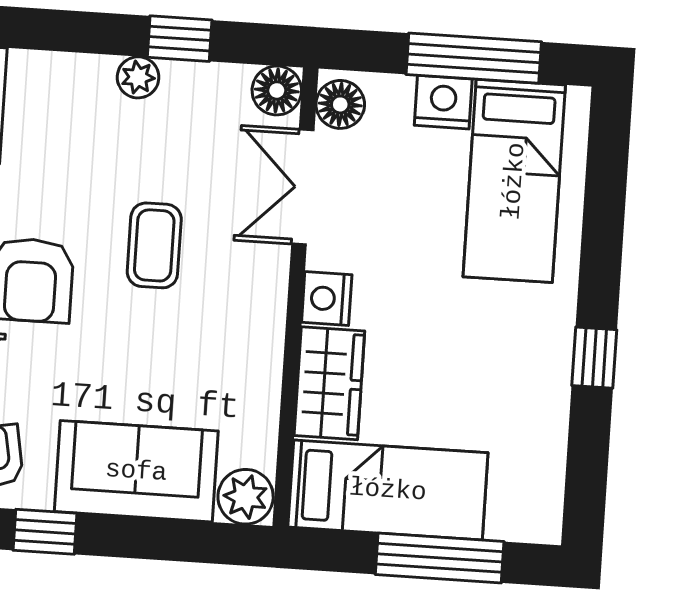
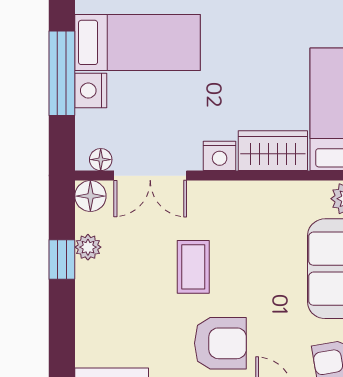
plant: (138, 77) -> (88, 247), moved
floor lamp: (340, 104) -> (101, 160), width x0.73, depth x0.73
coffee table: (154, 245) -> (193, 267), turned 90

